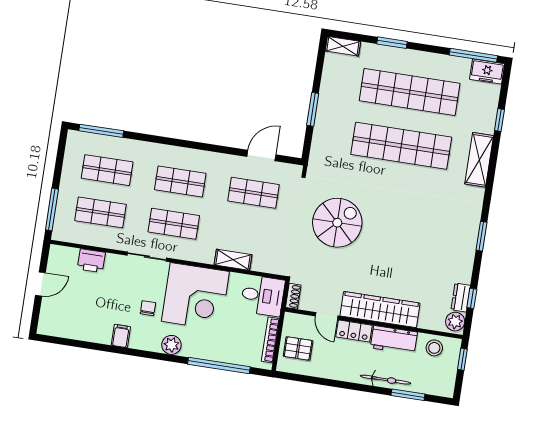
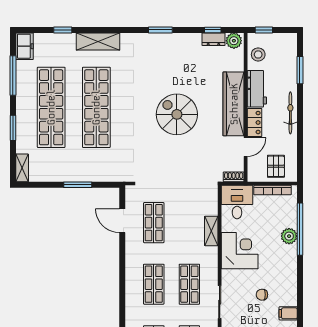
window: (473, 55) -> (13, 76), moved
spiral stairs: (337, 223) -> (177, 114), moved
corner desk: (195, 296) -> (240, 251), width x0.74, depth x0.74
plant: (171, 345) -> (289, 236), moved
bicycle: (386, 380) -> (290, 113), moved

